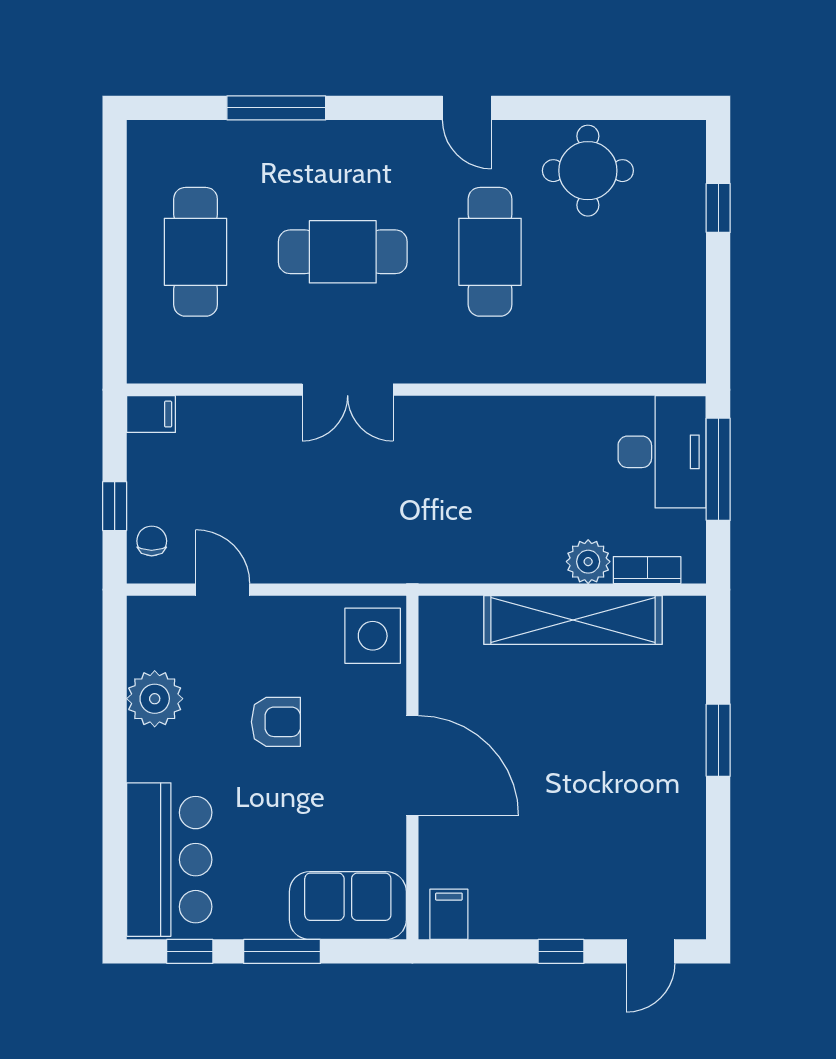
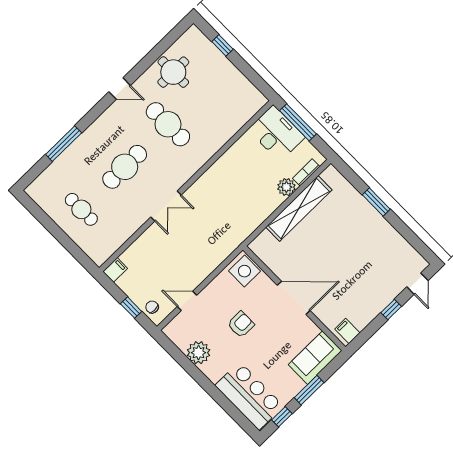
cafe table: (196, 252) -> (81, 209), width x0.73, depth x0.74

